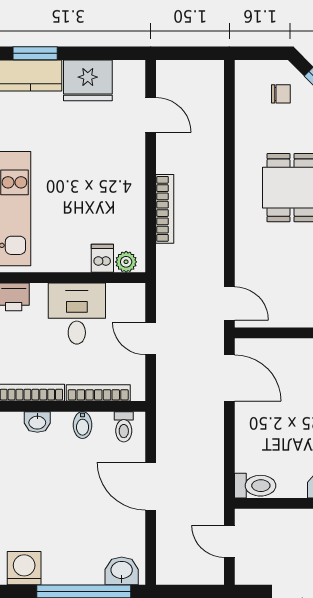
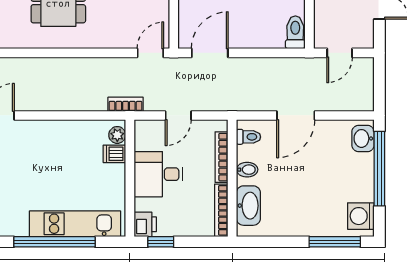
bookcase: (165, 209) -> (126, 104), moved, width x0.64
washbasin: (37, 422) -> (248, 206), width x1.91, depth x1.45

